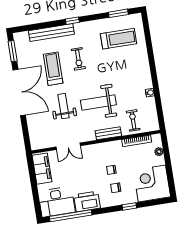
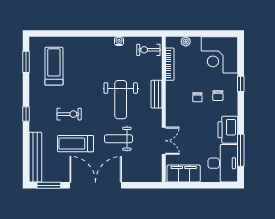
bench: (51, 33) -> (35, 157), moved
exercise bike: (133, 120) -> (148, 50), moved
window: (71, 216) -> (241, 150), width x0.68

